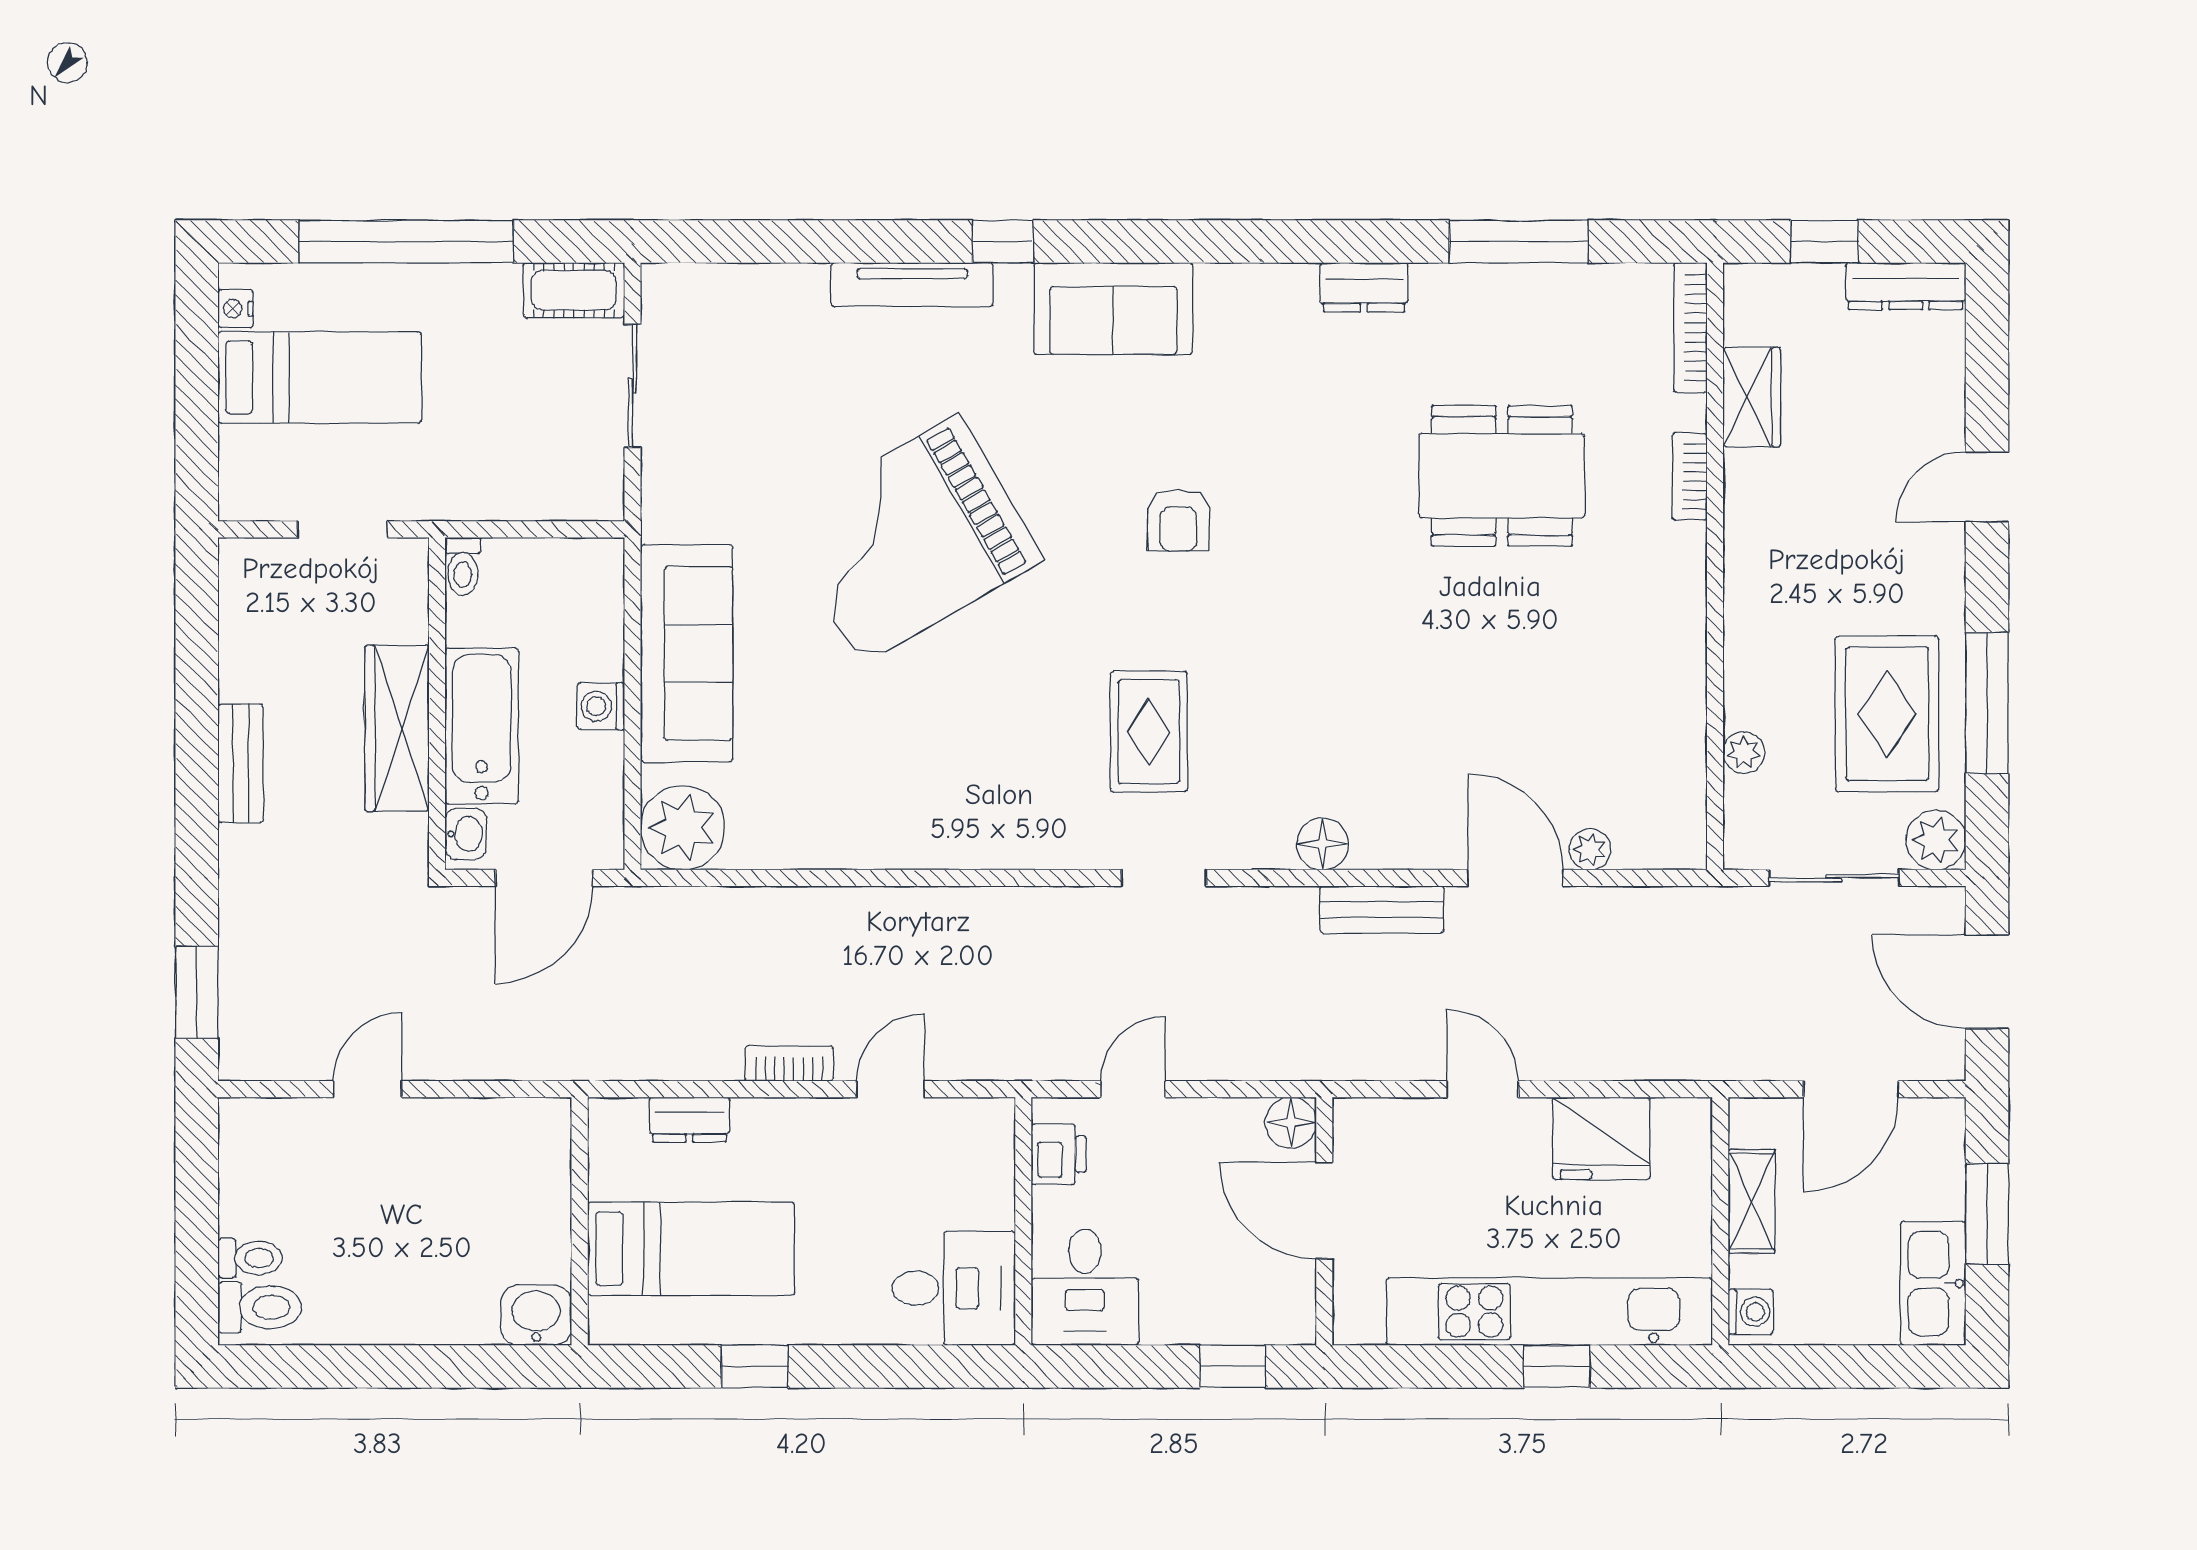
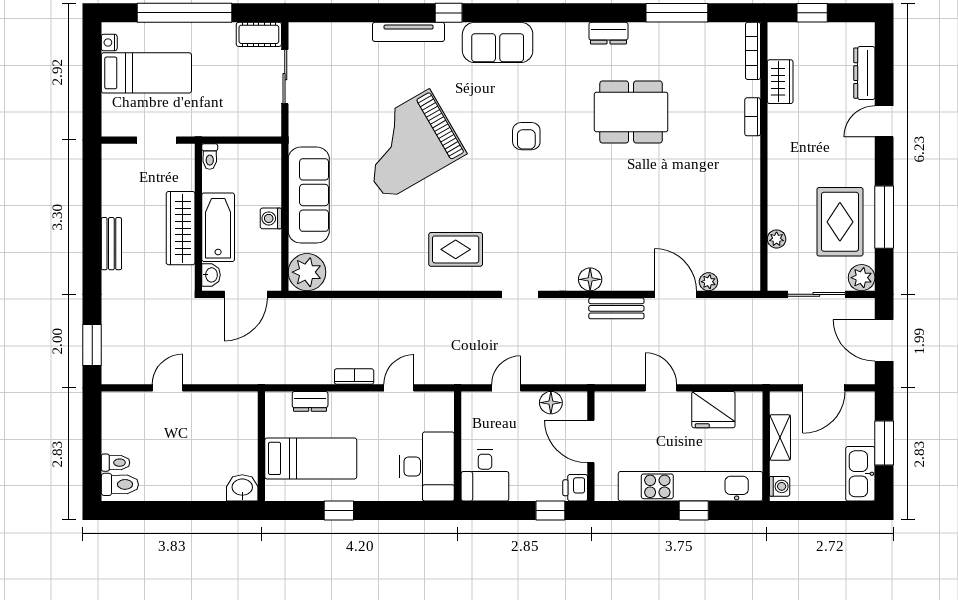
dresser: (1906, 286) -> (864, 73), moved, turned 90
dining table: (1502, 476) -> (631, 112), moved
rug: (1149, 732) -> (456, 249), moved, turned 90
floor lamp: (1291, 1123) -> (551, 403), moved
printer: (1059, 1154) -> (575, 488), moved, turned 180
desk: (954, 1288) -> (427, 467), width x1.37

